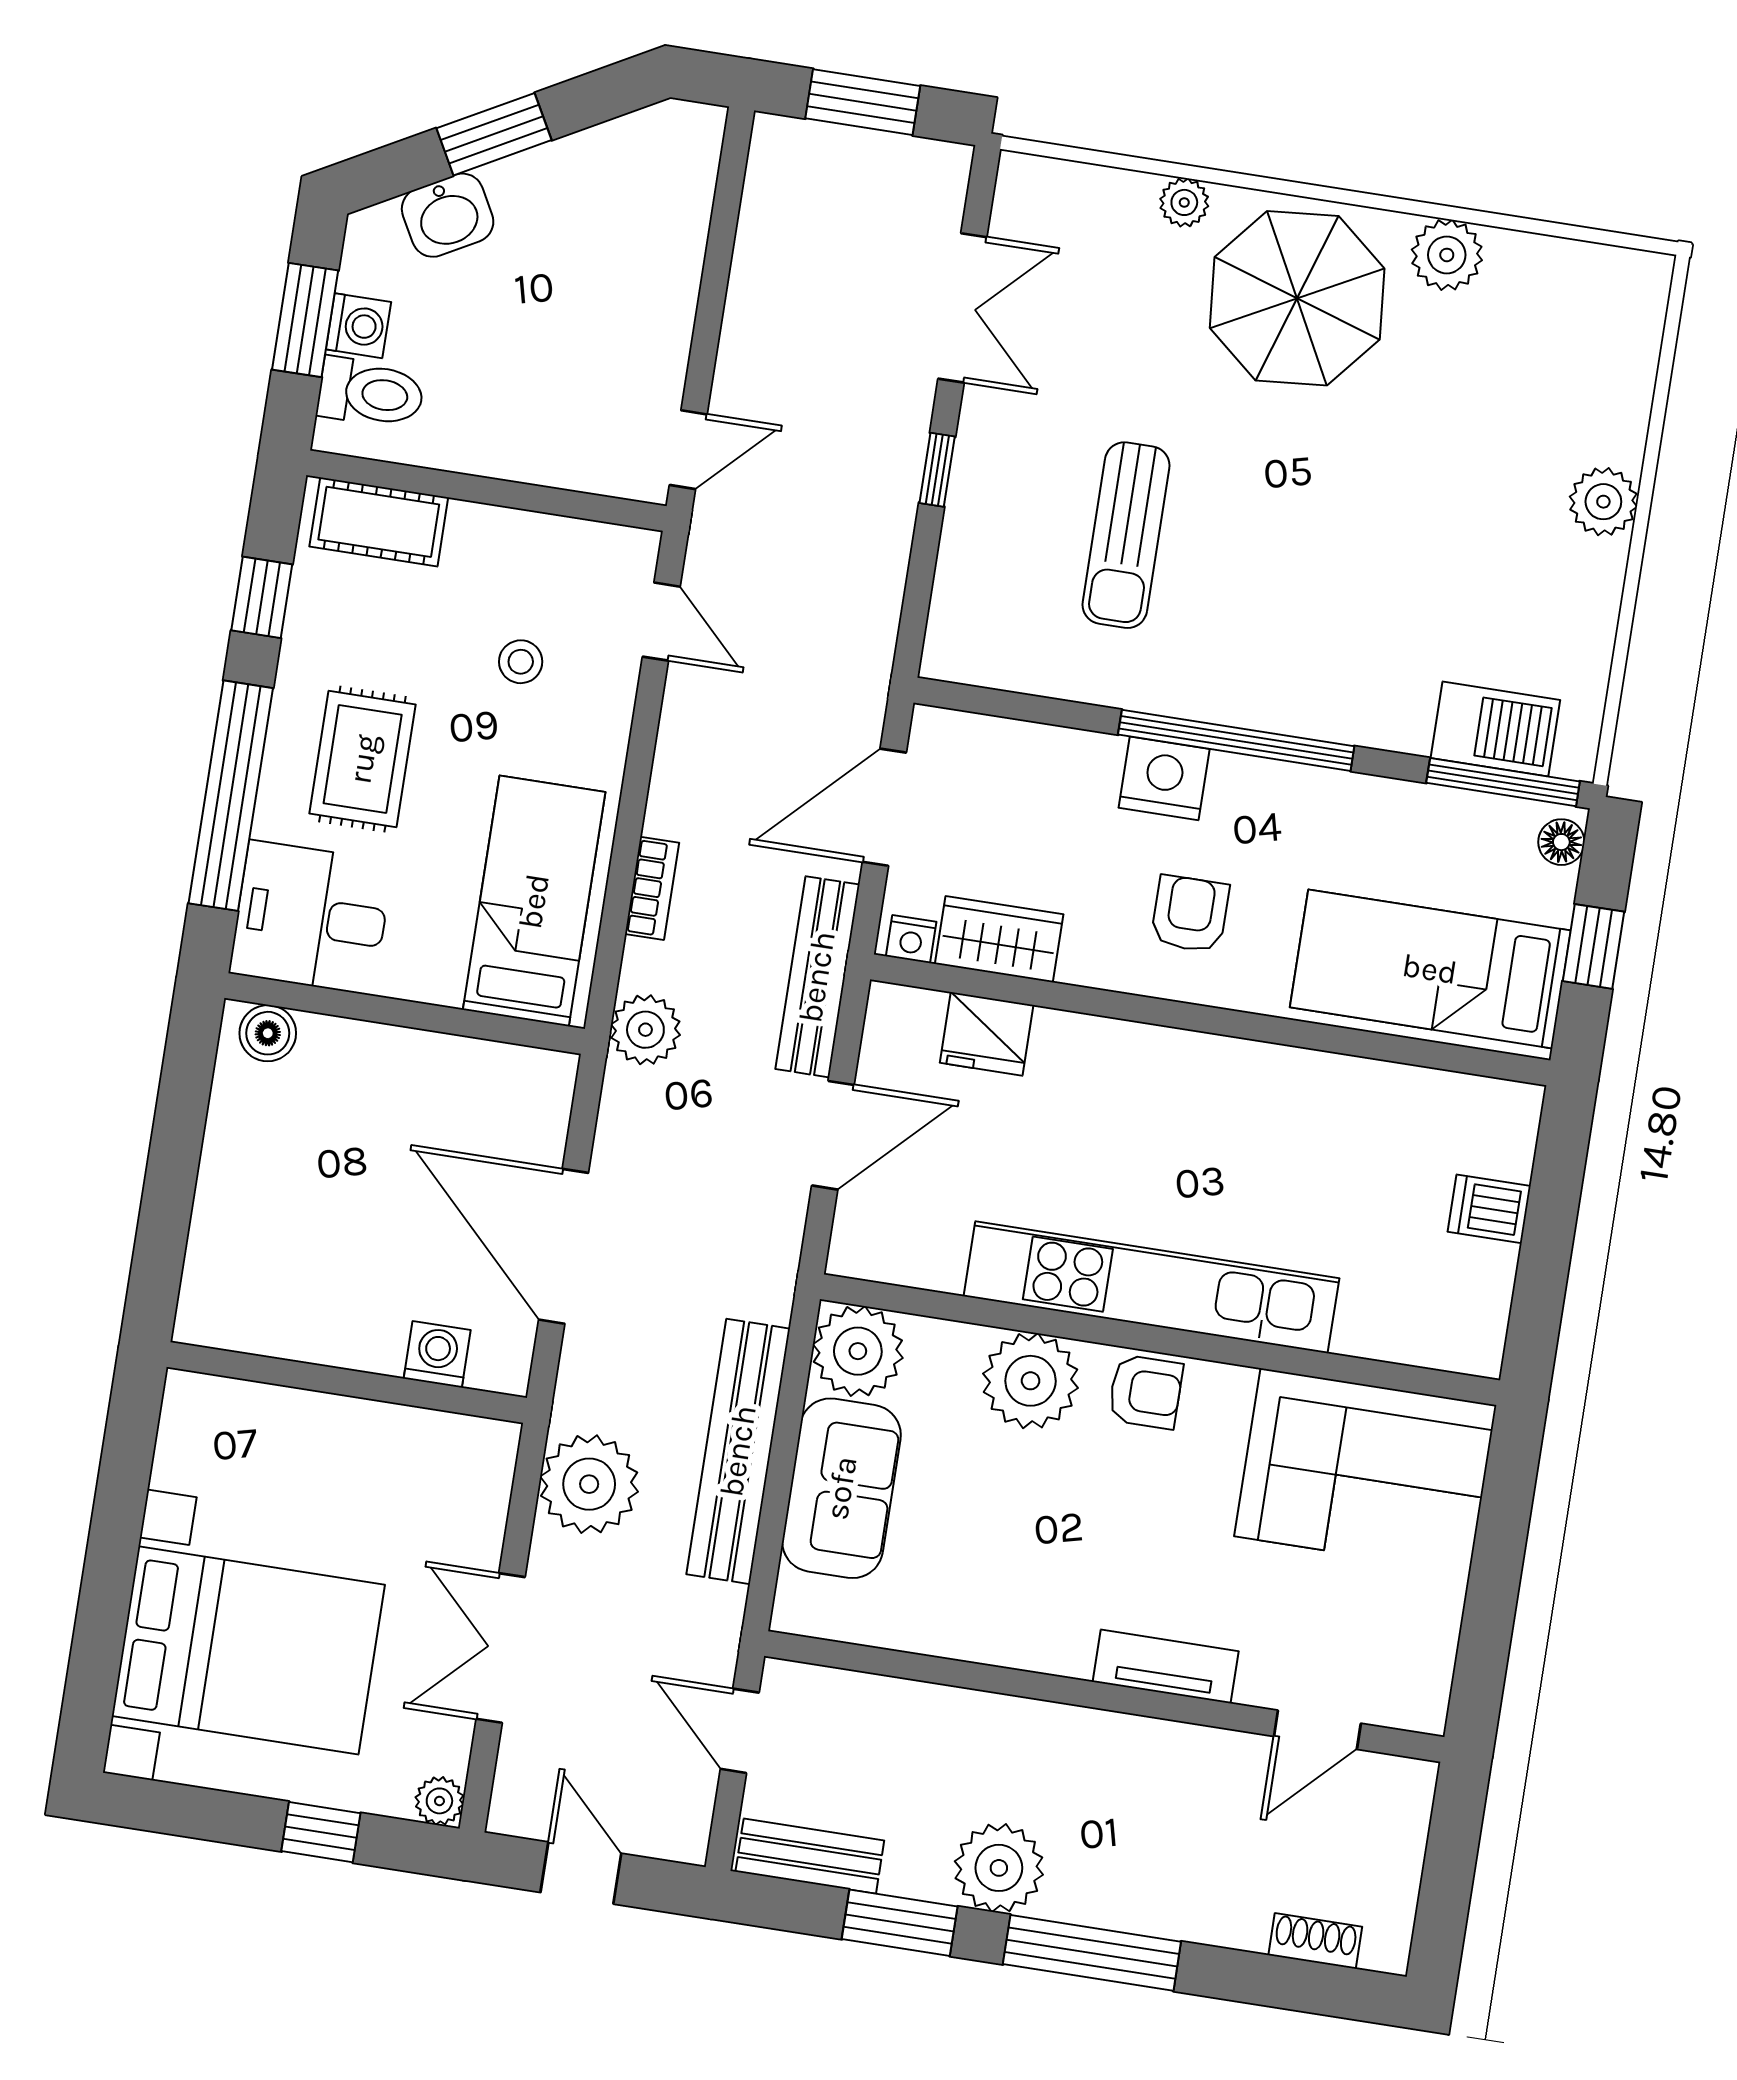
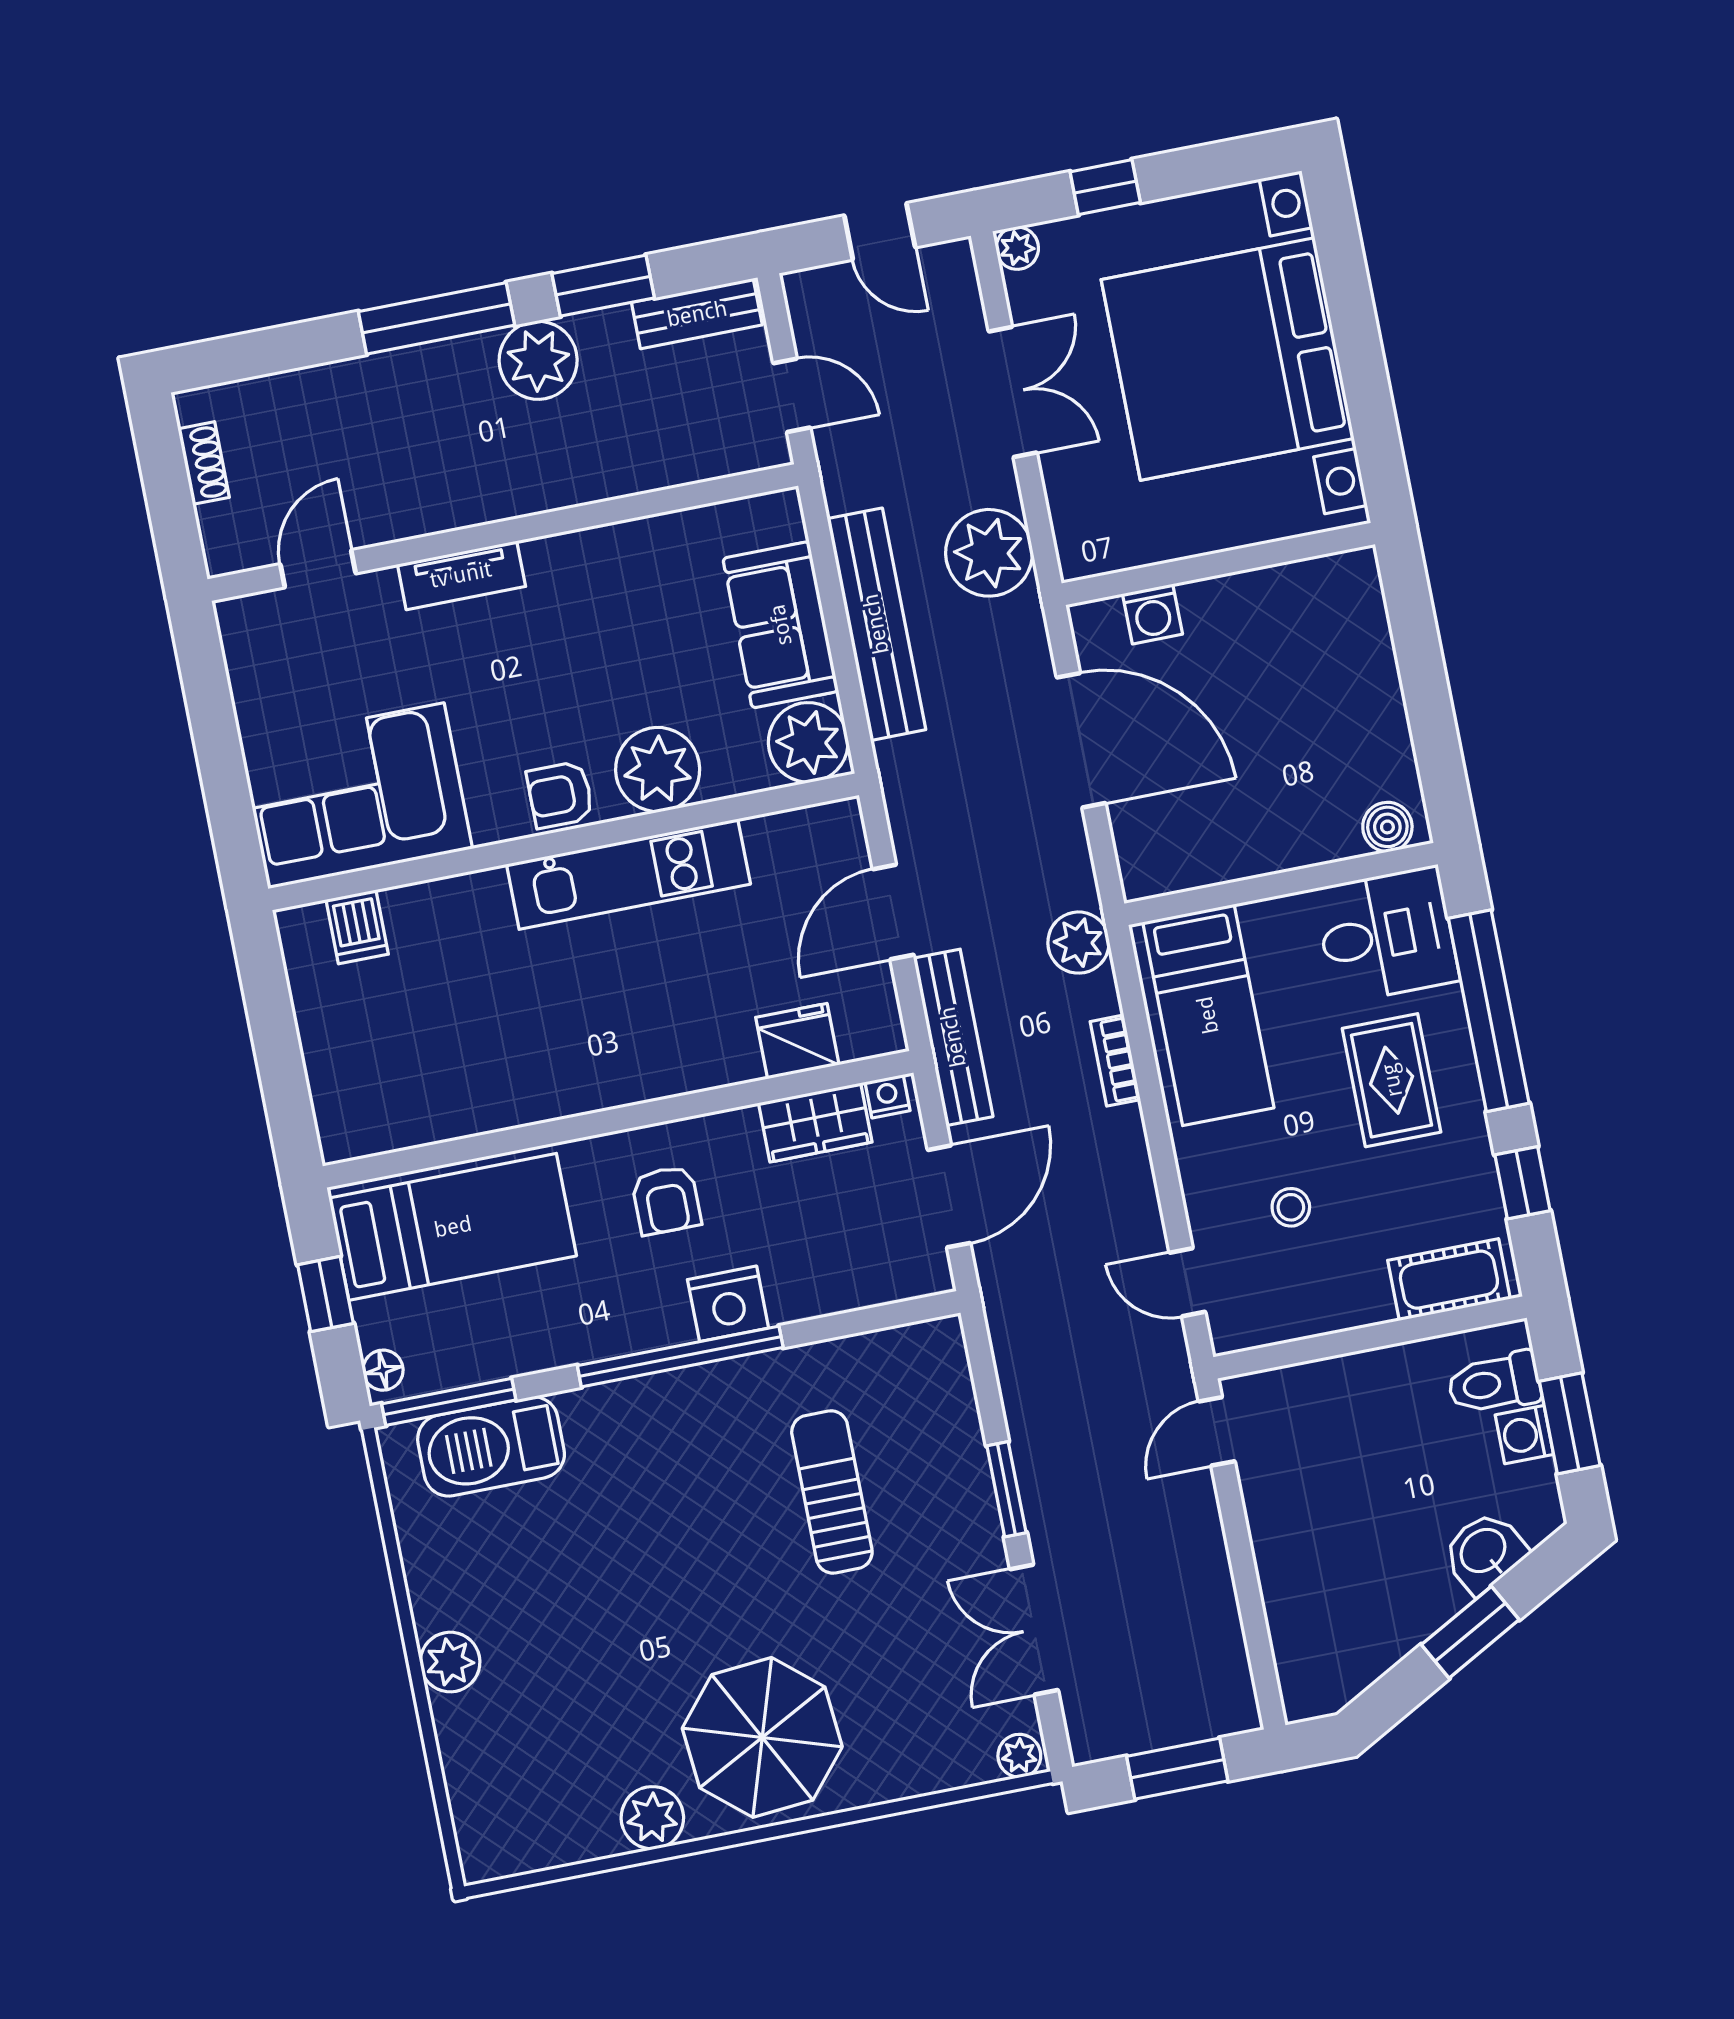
plant: (1184, 202) -> (1019, 1756), moved
window: (937, 470) -> (1006, 1489), width x1.50
barbecue: (1495, 729) -> (491, 1446), width x1.37, depth x1.21
dishwasher: (1489, 1209) -> (357, 927), moved, turned 90
kitchen unit: (1151, 1287) -> (628, 874), width x0.73
bed with nightstands: (248, 1650) -> (1228, 359), width x1.36
shoe rack: (1315, 1941) -> (204, 463), moved, turned -90

